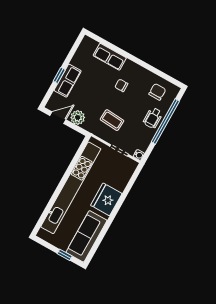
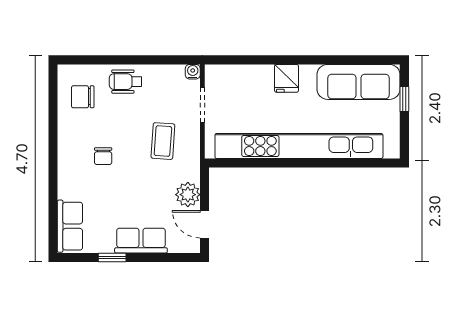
row of seats: (110, 57) -> (70, 226), moved
window: (59, 75) -> (112, 258), moved
wheelchair: (153, 118) -> (125, 82), turned 180
window: (165, 122) -> (121, 60), removed
fridge: (106, 199) -> (287, 78), width x0.53, depth x0.75

